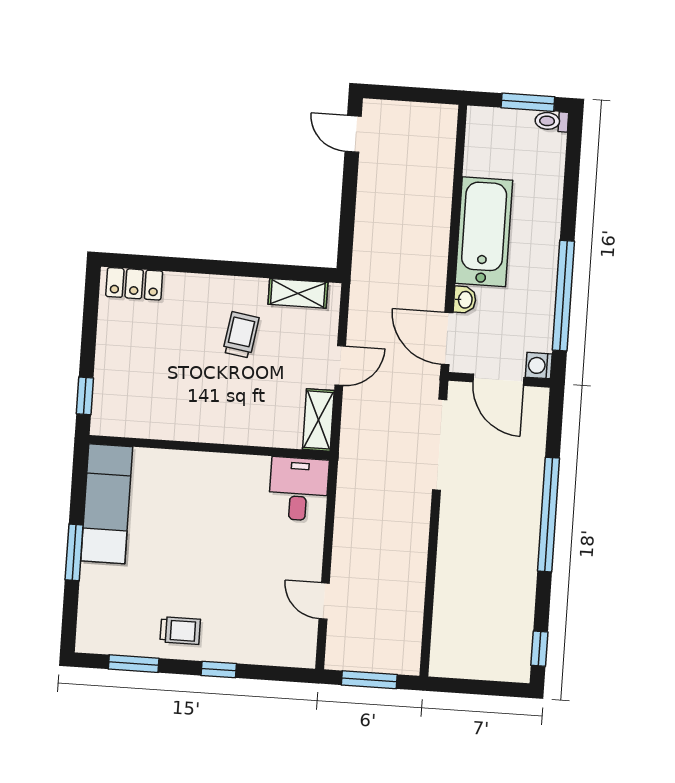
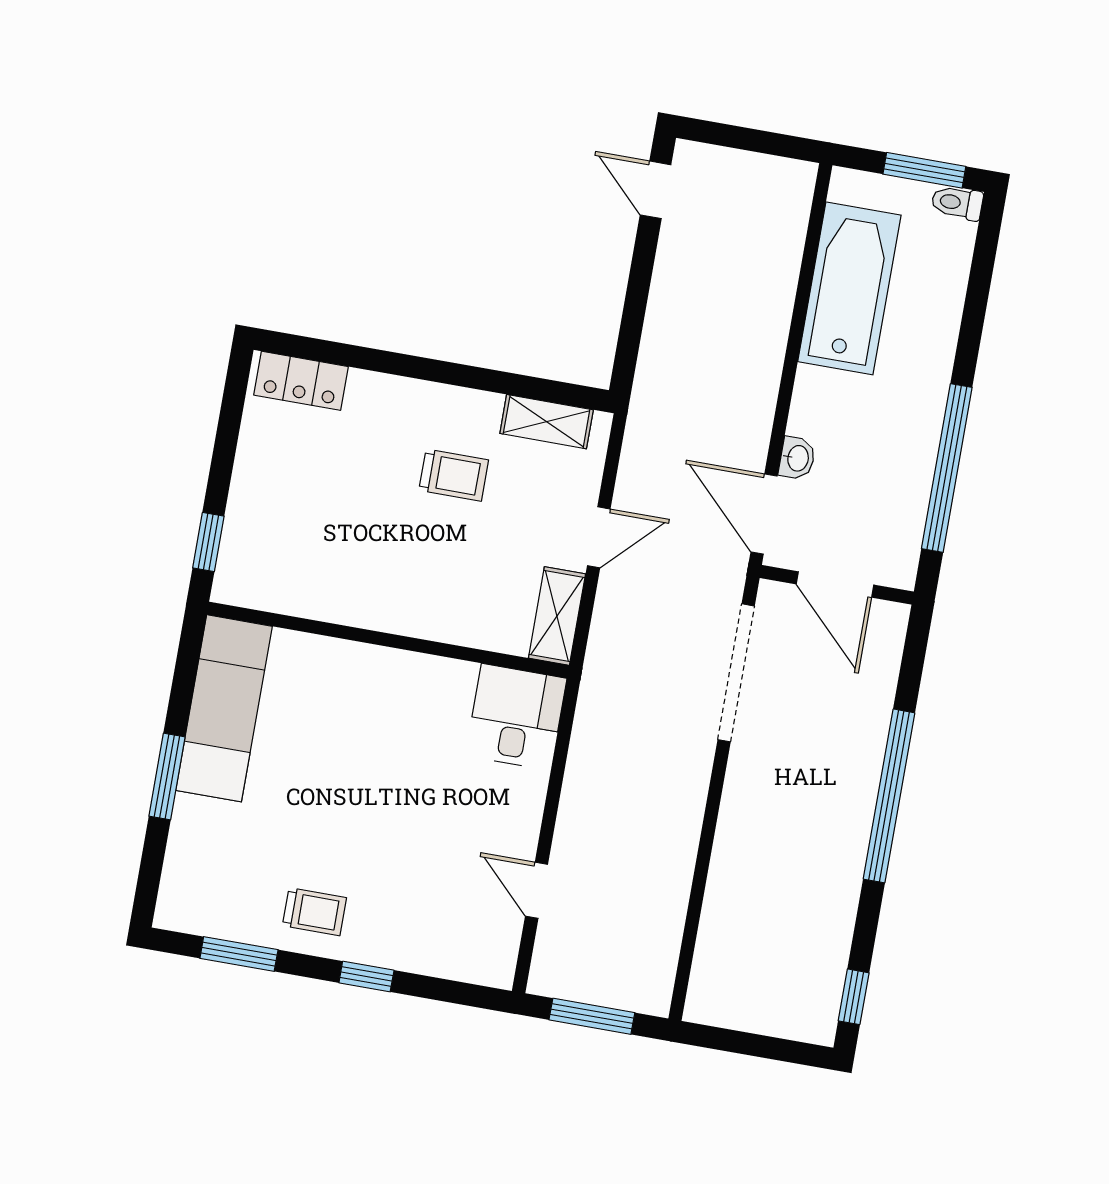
bathtub: (484, 232) -> (849, 288), moved
trolley: (241, 335) -> (454, 475), turned 81
washing machine: (539, 366) -> (898, 570), removed

